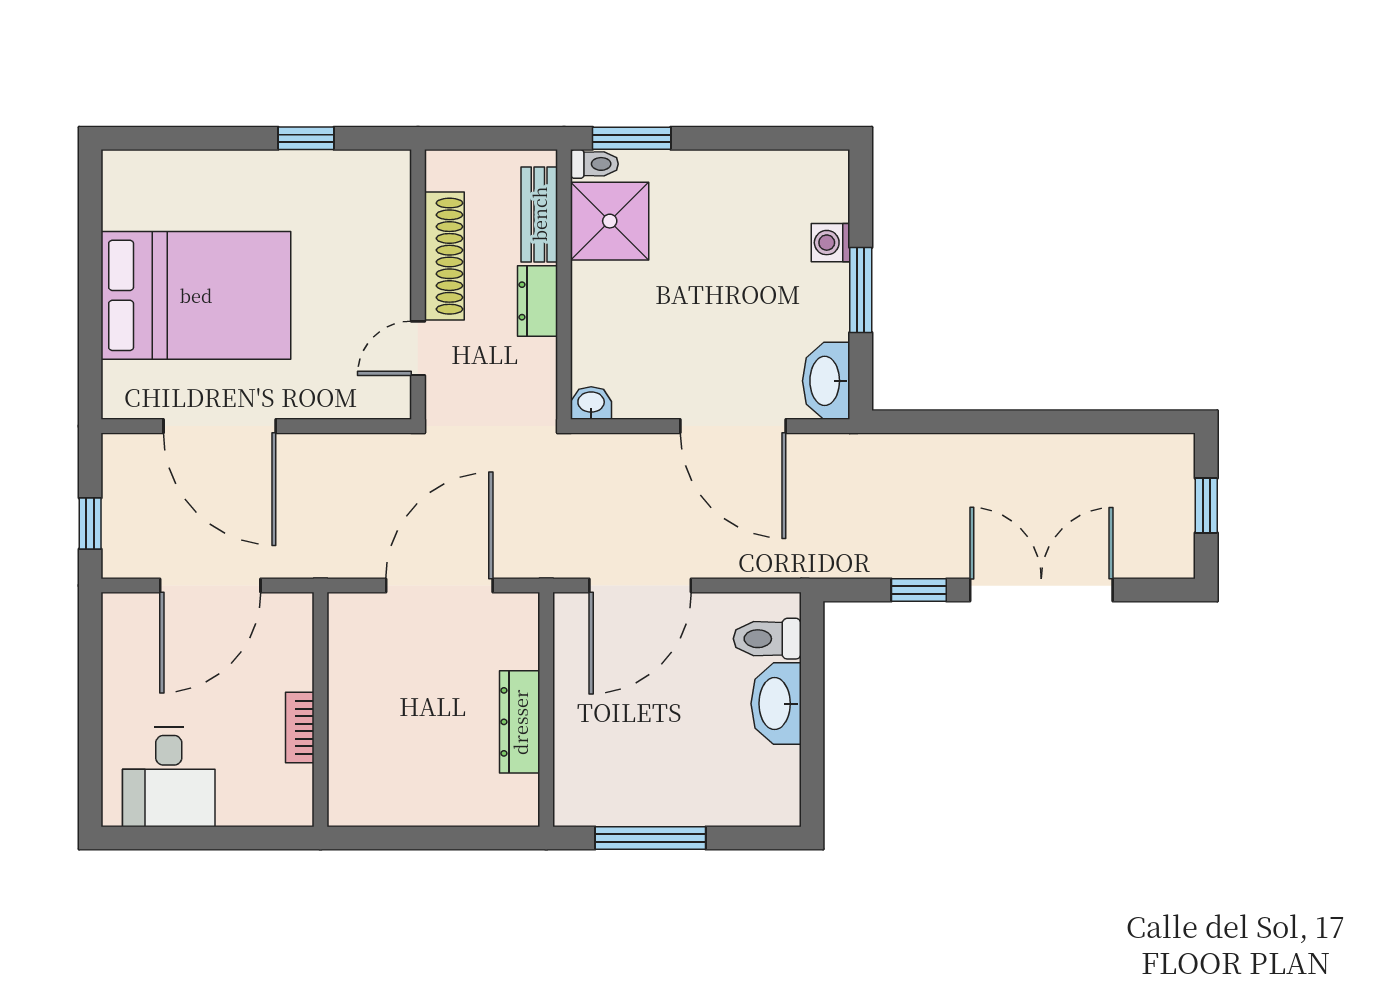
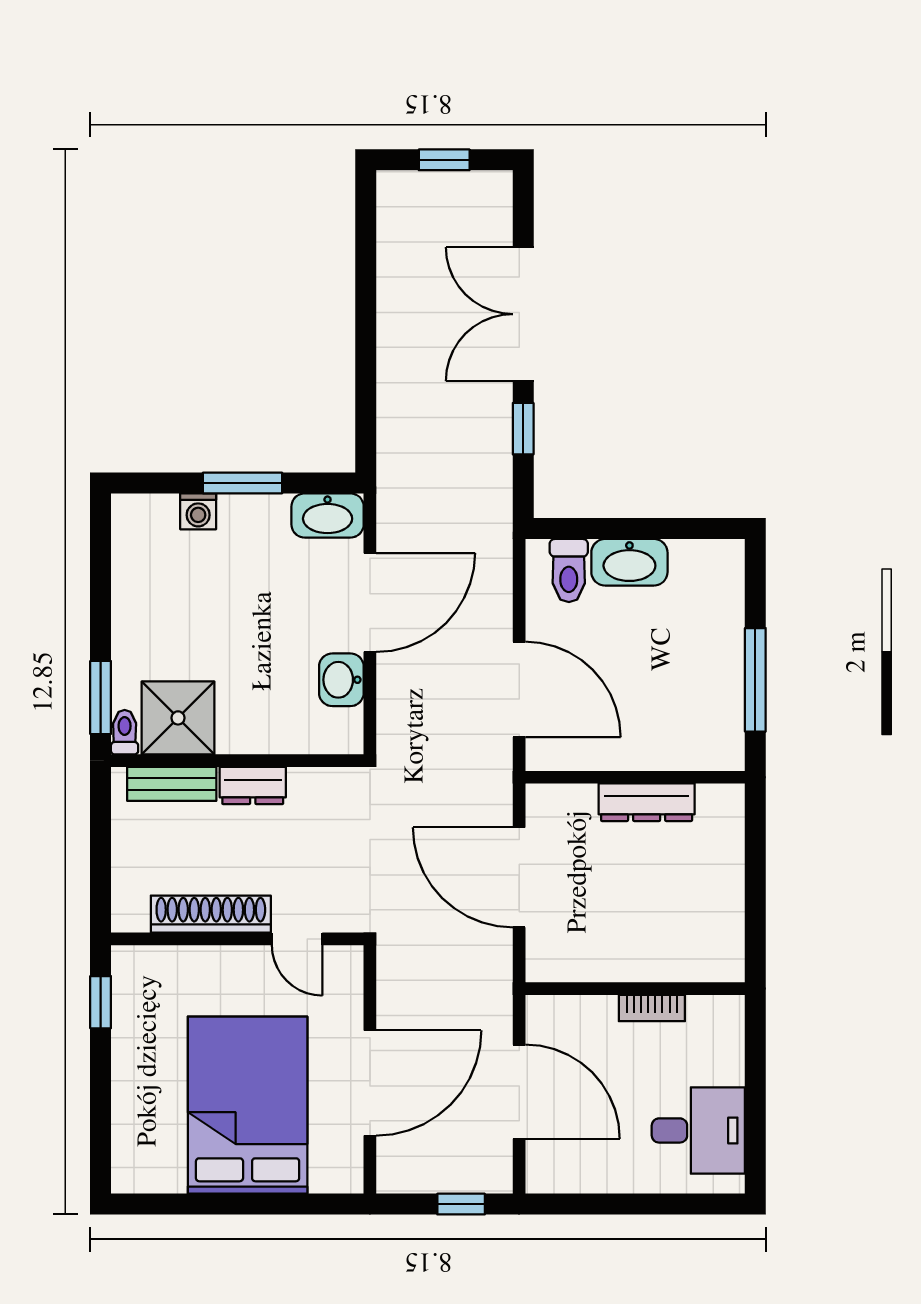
shoe rack: (444, 256) -> (211, 914), moved
wall: (418, 284) -> (237, 939), moved
door: (418, 348) -> (297, 939), moved
washbasin: (591, 403) -> (341, 680), moved, width x1.38, depth x1.45

